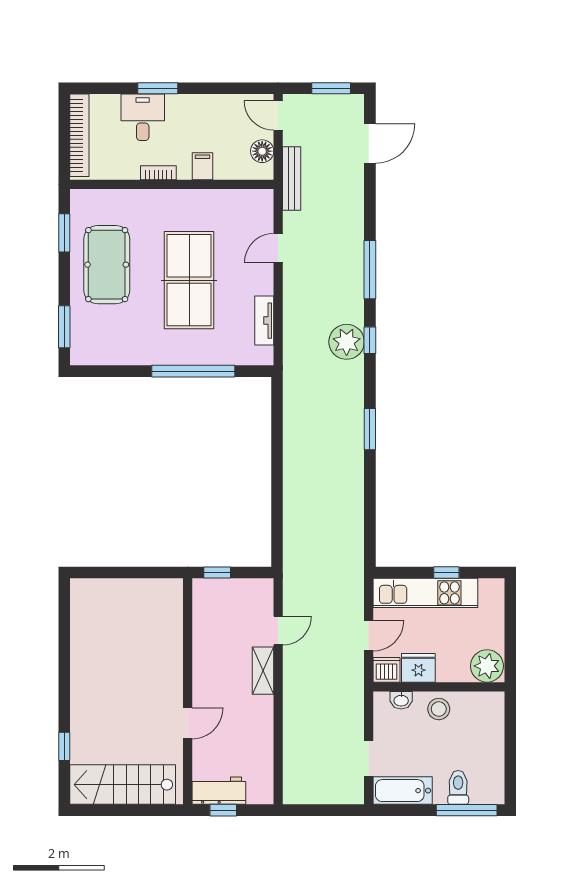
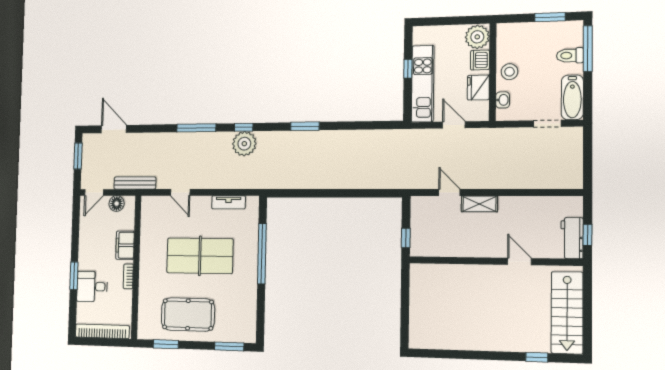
filing cabinet: (203, 166) -> (125, 245), width x2.00
dishwasher: (387, 670) -> (480, 60), moved
window: (510, 761) -> (550, 17), added

